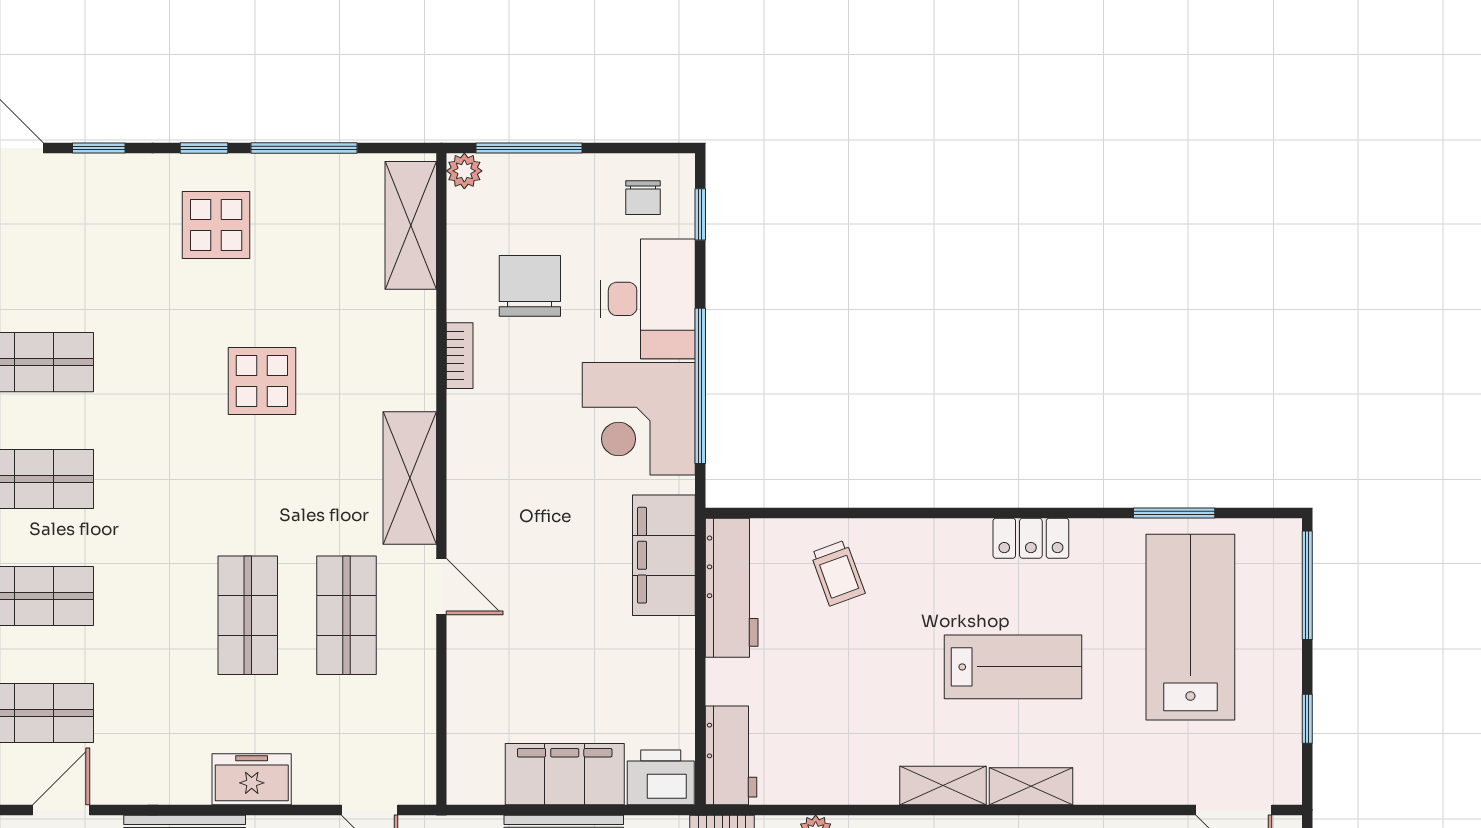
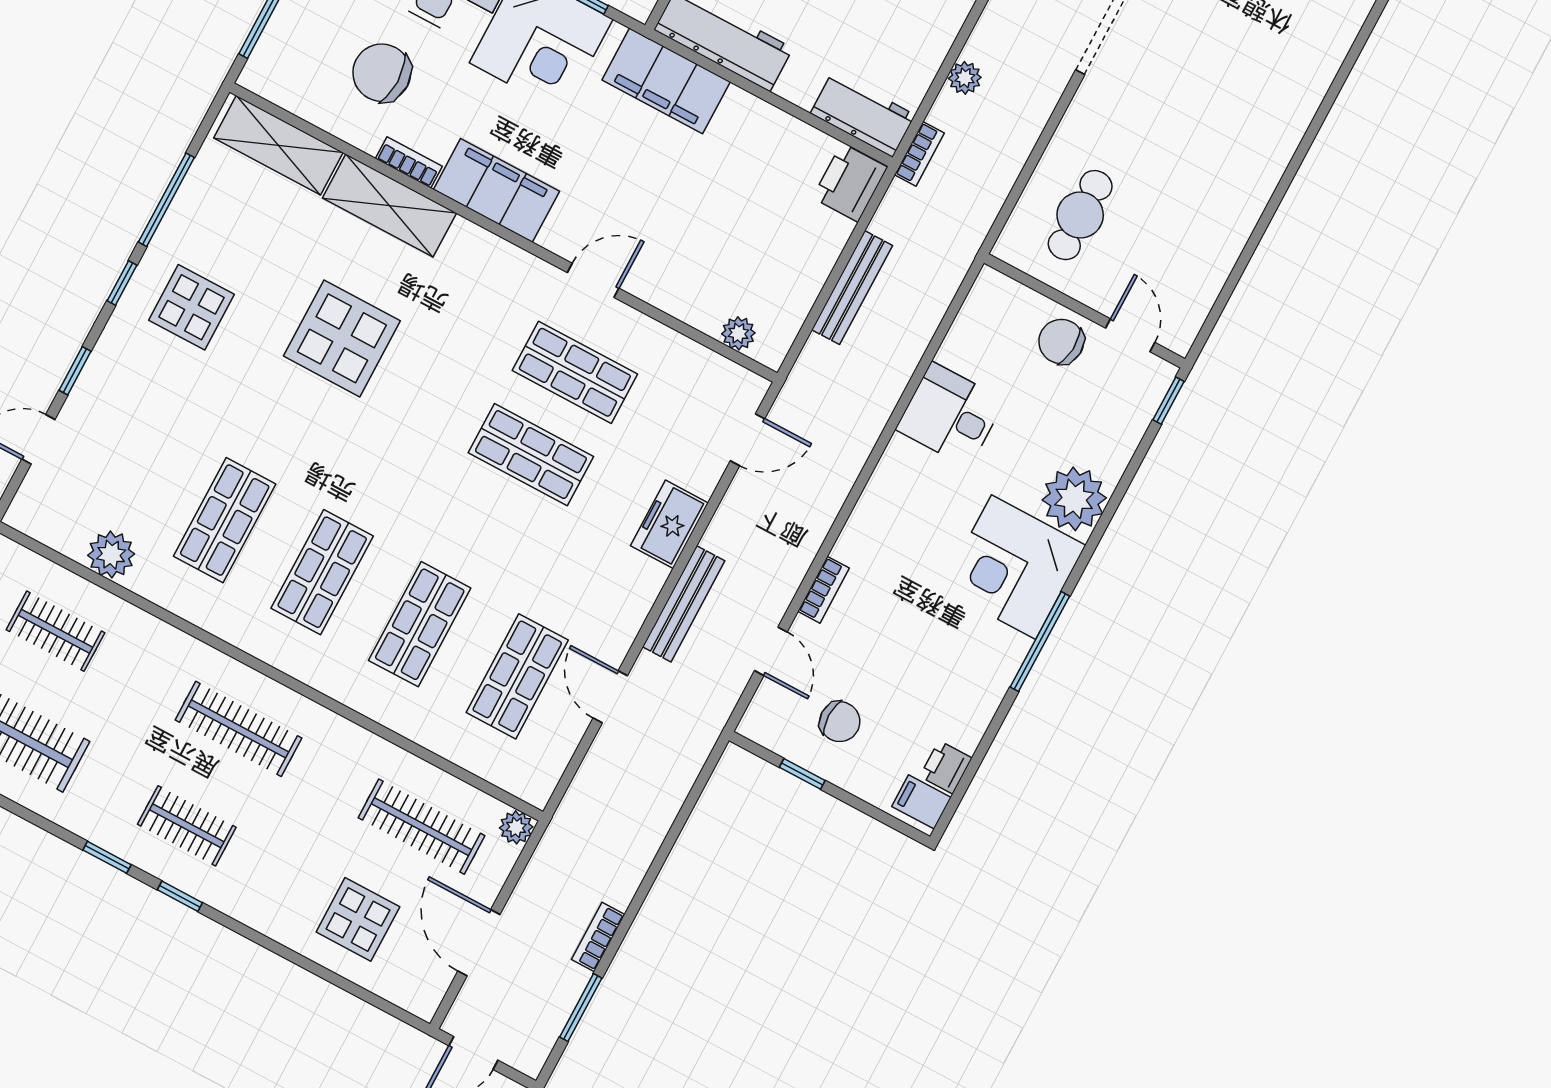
plant: (464, 171) -> (738, 333), moved
display table: (262, 381) -> (342, 338), width x1.36, depth x1.36
shelving: (410, 478) -> (389, 205), moved
filing cabinet: (565, 774) -> (496, 190), moved, turned 90

